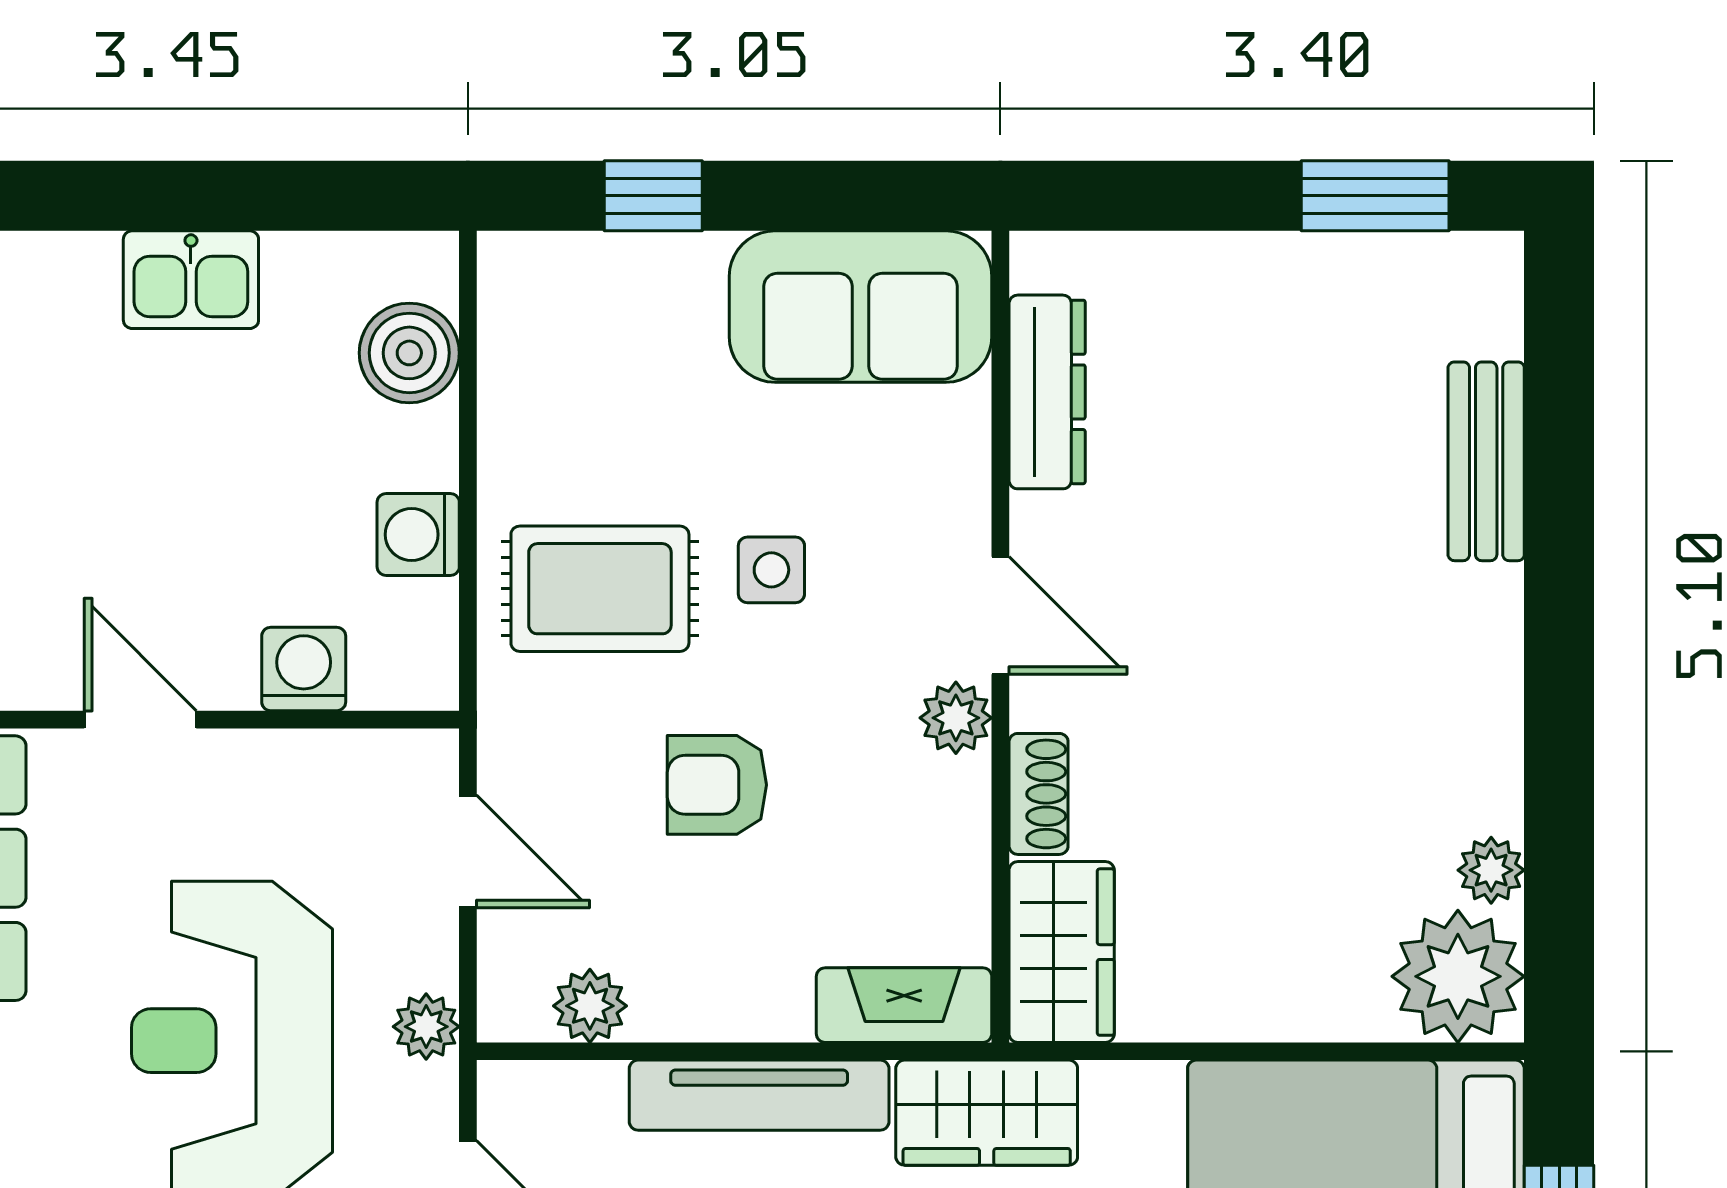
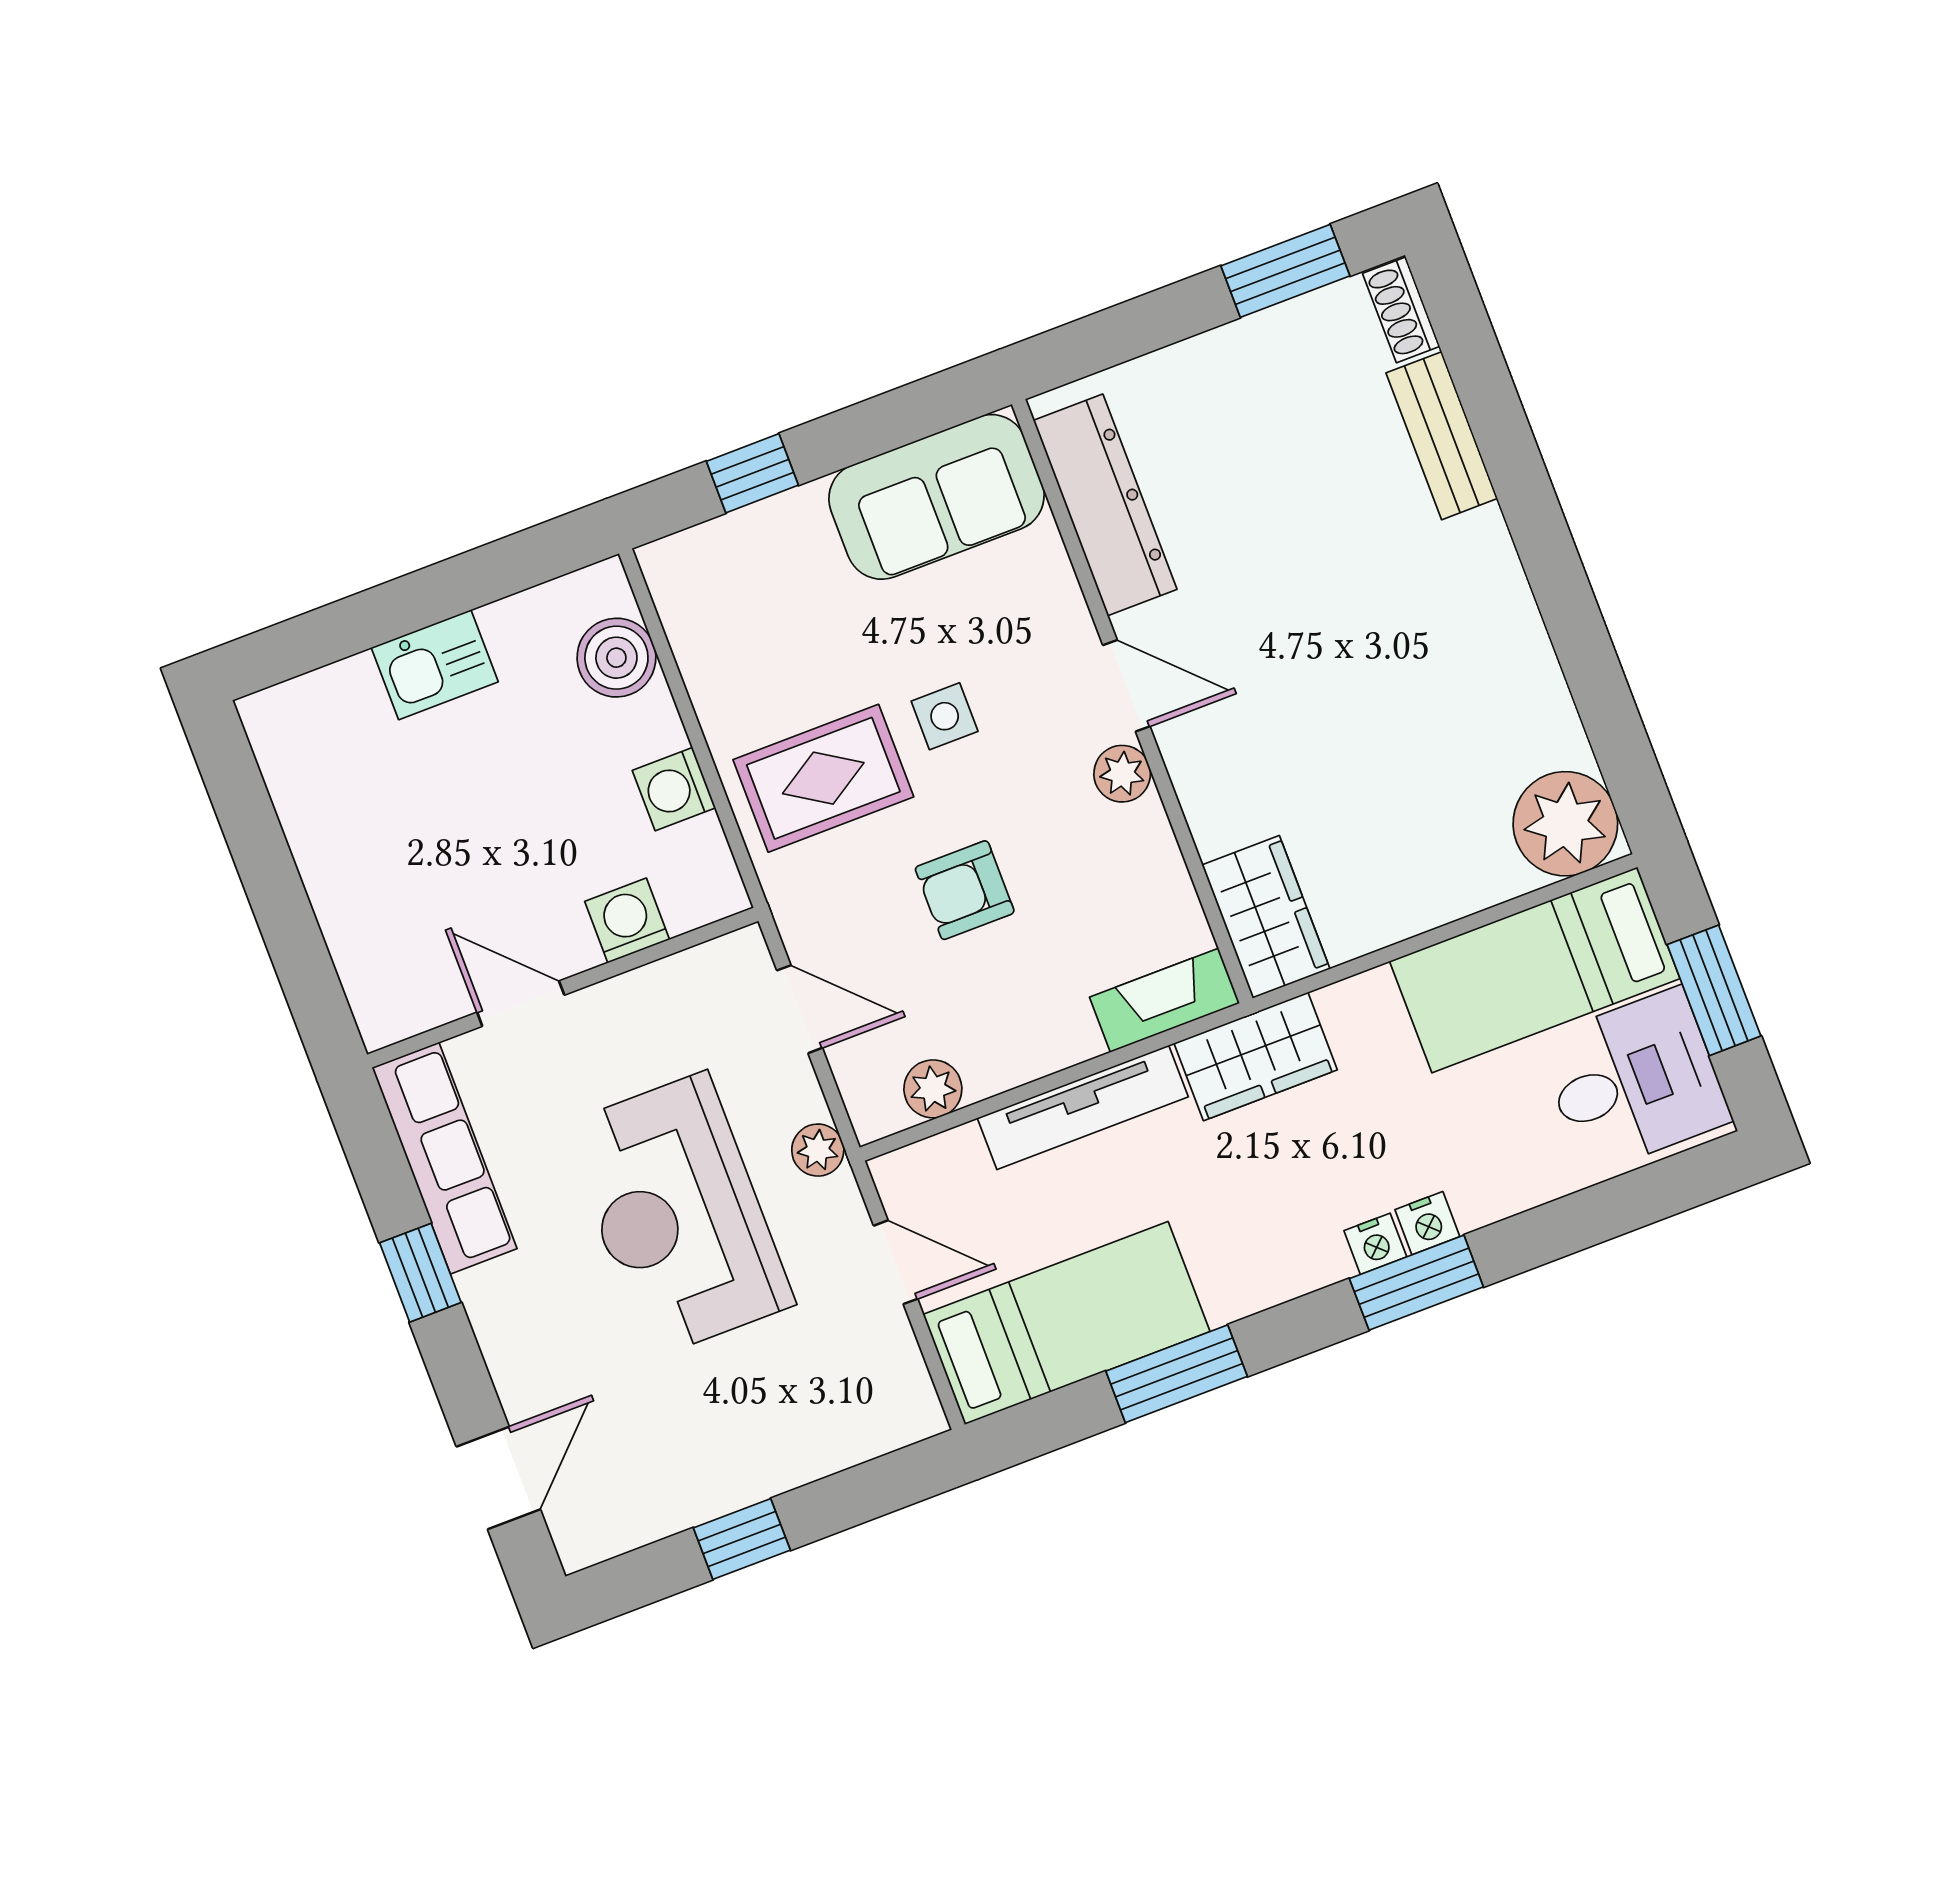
dresser: (1047, 392) -> (1105, 505), width x1.37, depth x1.24
shoe rack: (1039, 794) -> (1401, 310), moved, turned 180
plant: (1491, 870) -> (1560, 736), removed

